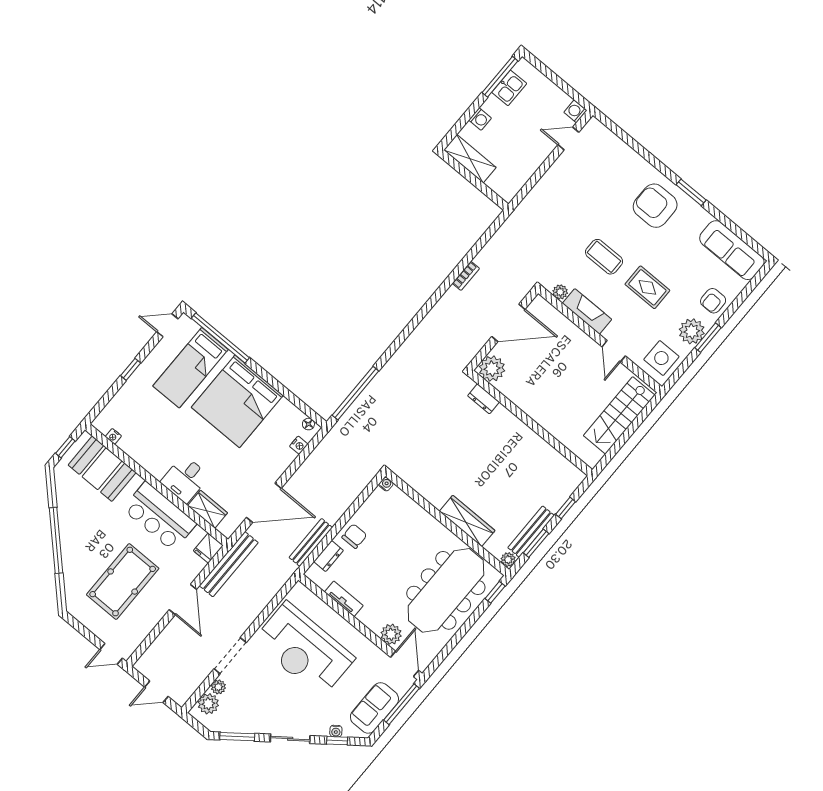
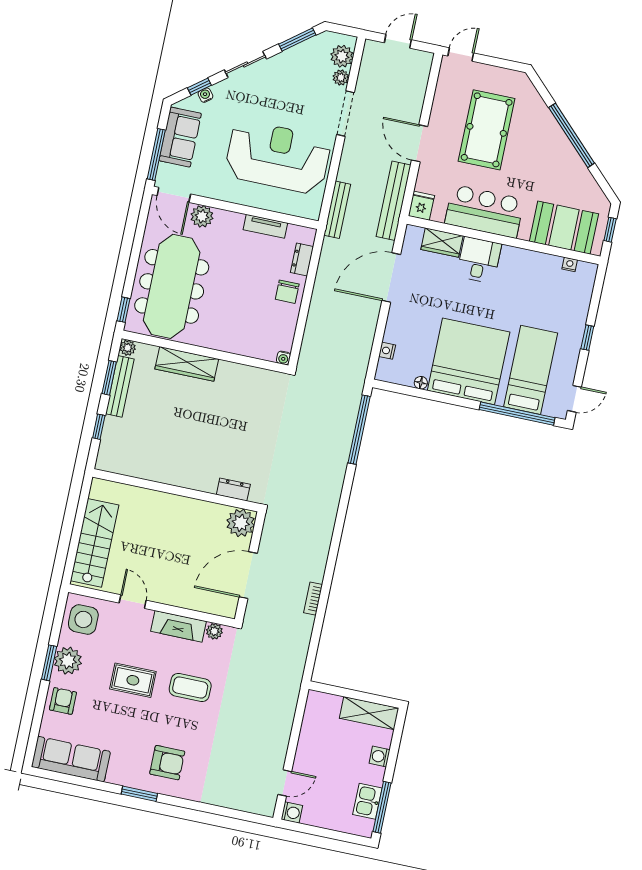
armchair: (655, 206) -> (167, 763), width x0.73, depth x0.73
floor lamp: (308, 424) -> (421, 383), moved
bench: (311, 542) -> (337, 210), moved

